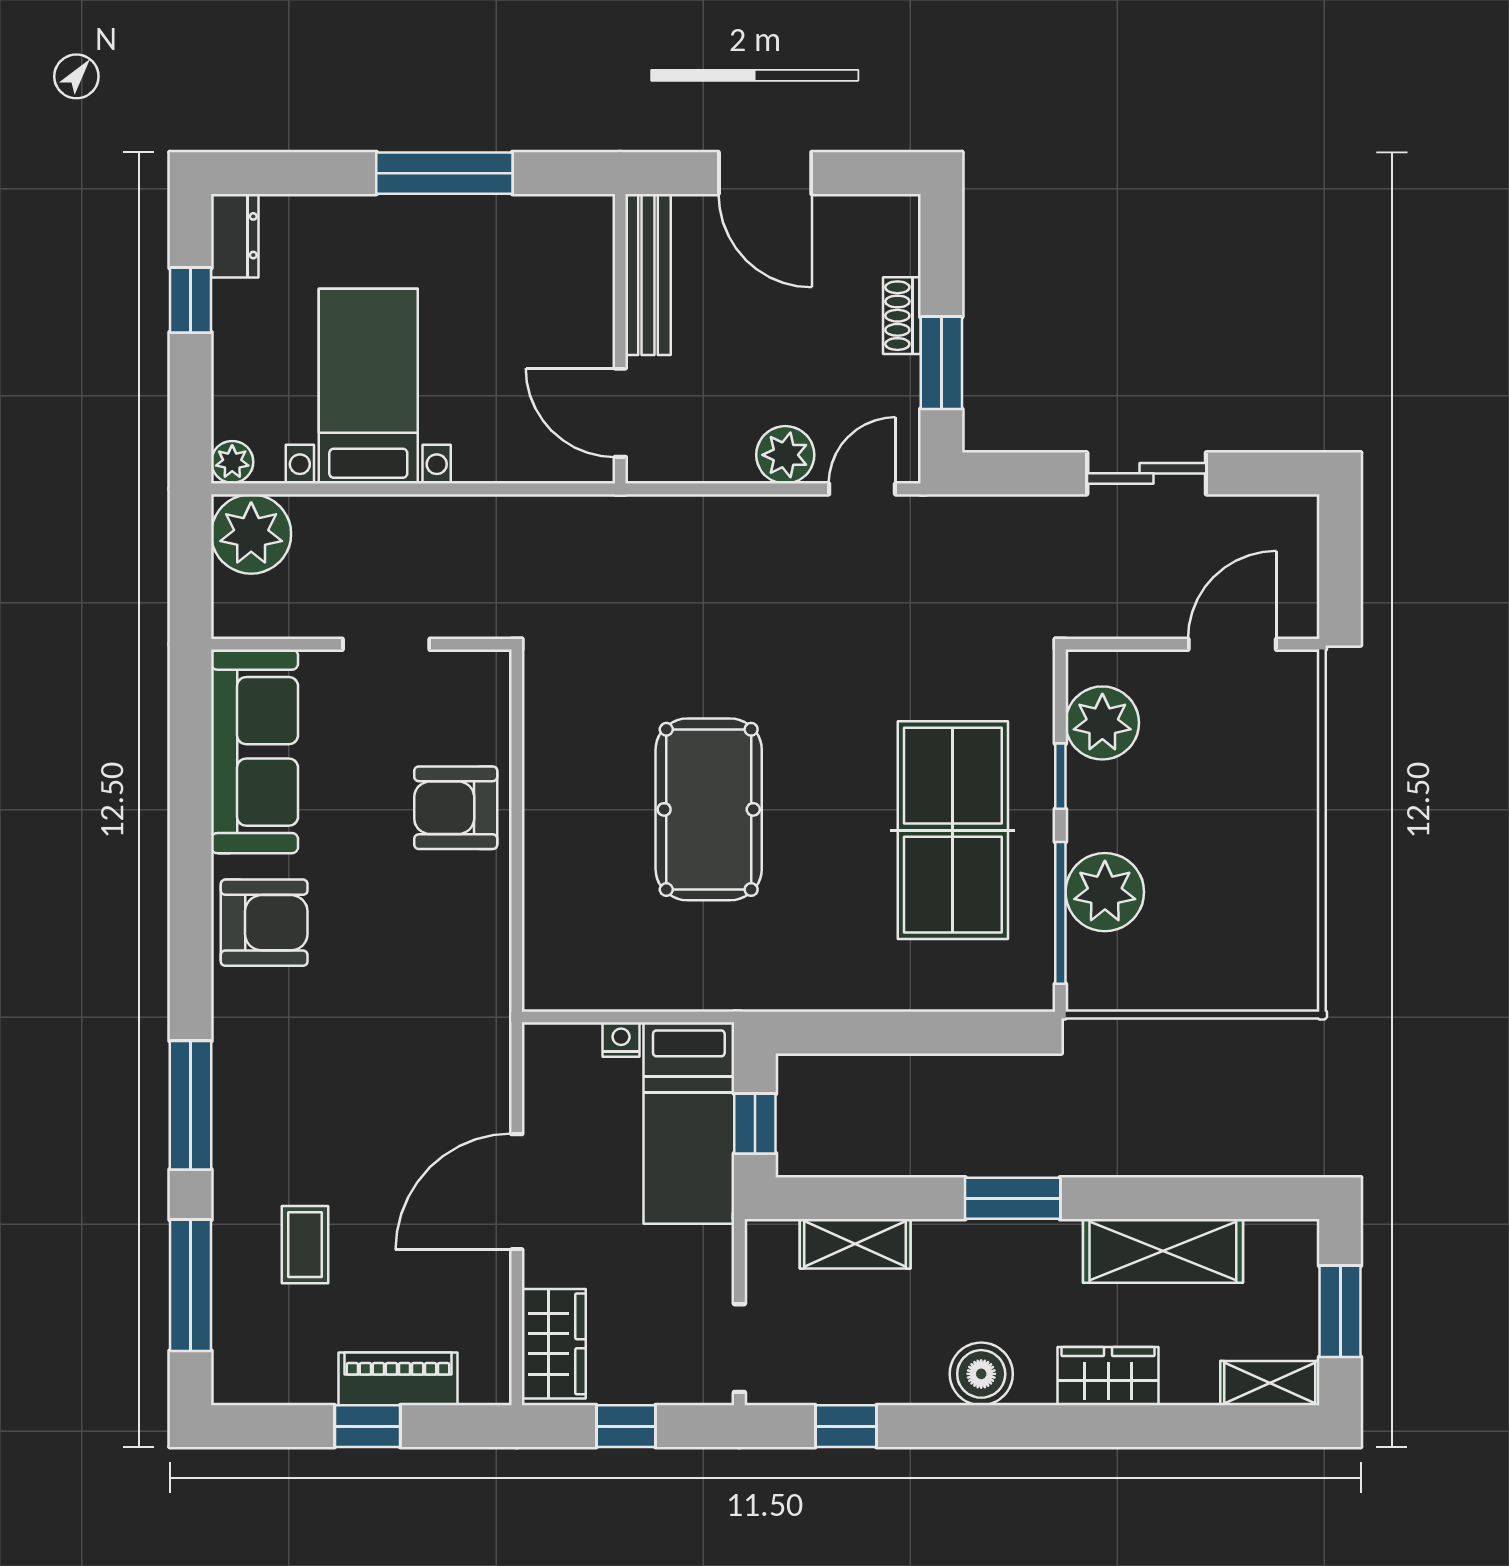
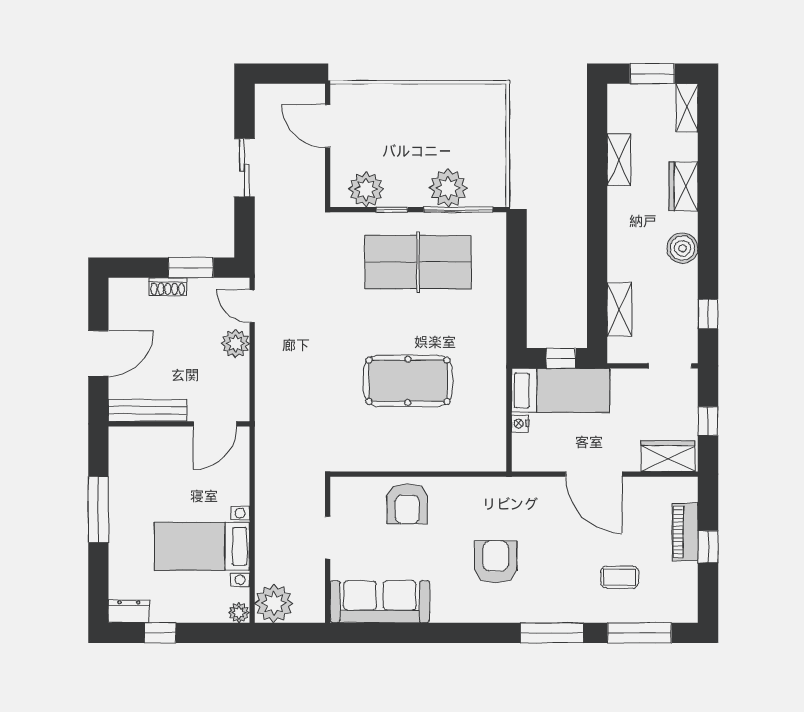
armchair: (264, 923) -> (496, 562), moved
window: (1013, 1198) -> (597, 233), removed
shelving: (1163, 1251) -> (619, 160), width x0.67, depth x0.75

